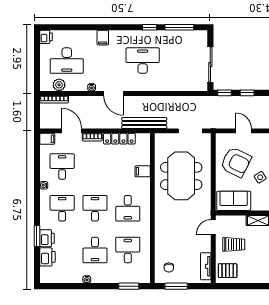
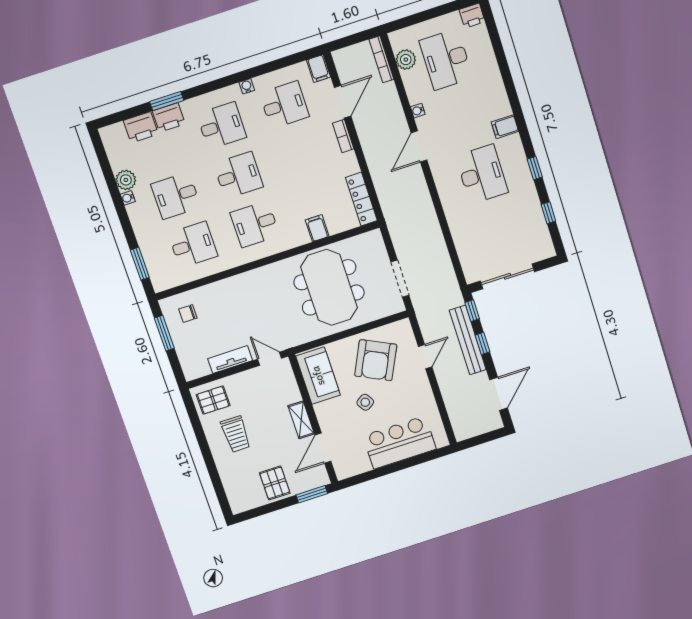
window: (179, 27) -> (548, 213), width x0.46
filing cabinet: (103, 38) -> (505, 127), moved
bench: (144, 123) -> (468, 340), moved
locker: (119, 139) -> (361, 199), moved
meeting table: (181, 176) -> (329, 287), turned 90
trolley: (234, 244) -> (236, 434), moved
tv unit: (206, 266) -> (230, 360), moved
pallet: (228, 271) -> (213, 400), turned 90
plant: (76, 277) -> (126, 180), added

